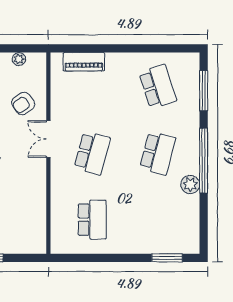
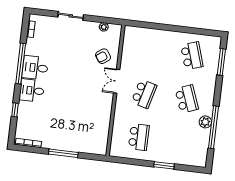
piano: (84, 62) -> (146, 34), removed
school desk: (158, 153) -> (187, 99), turned -36
window: (204, 161) -> (213, 127), moved
window: (167, 258) -> (164, 165), moved

